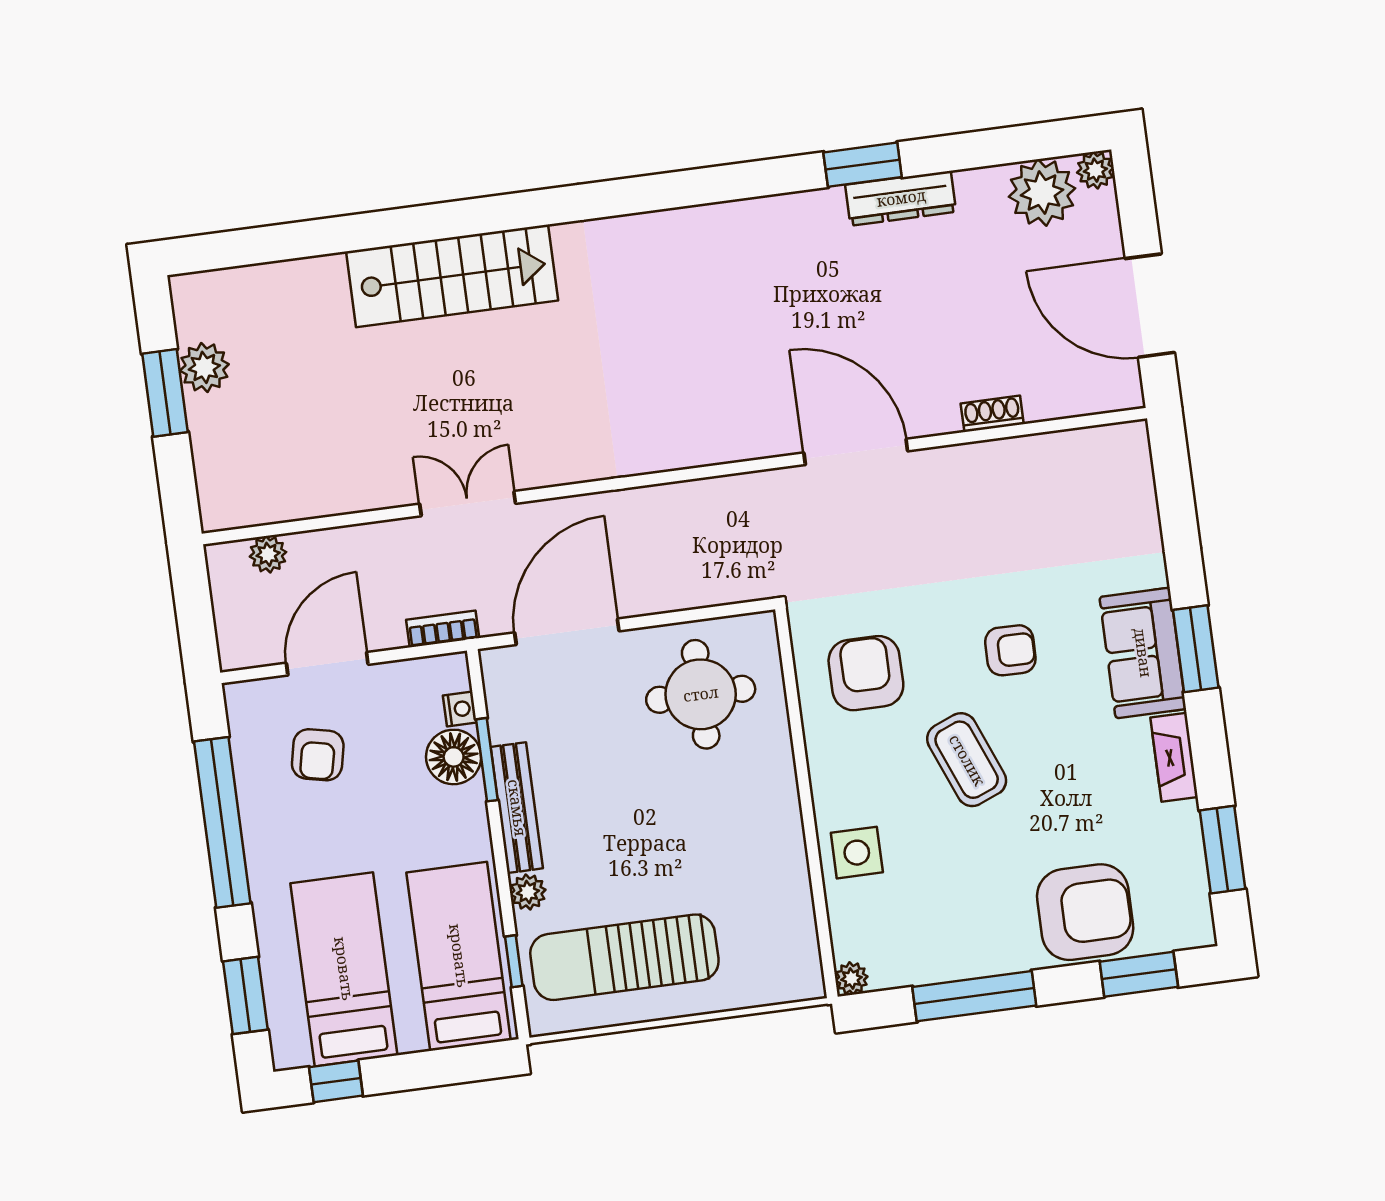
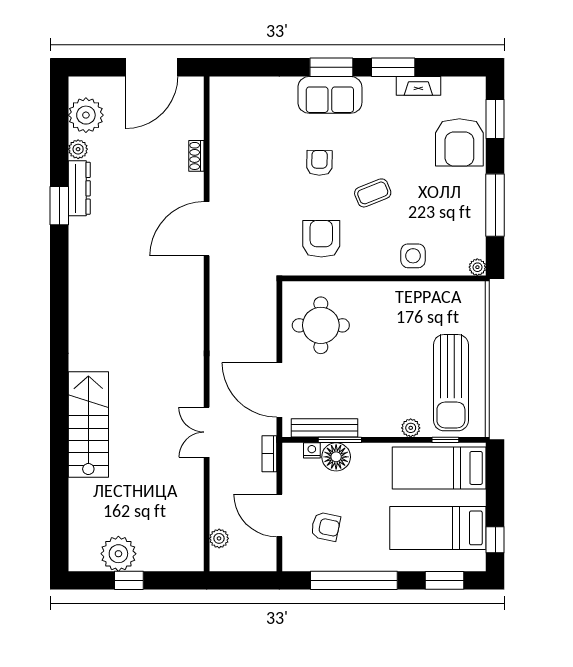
plant: (1095, 170) -> (78, 149), moved
plant: (204, 367) -> (118, 554), width x1.36, depth x1.36
window: (165, 393) -> (129, 580), width x0.67
armchair: (866, 673) -> (321, 239), turned 90
fireplace: (1174, 757) -> (418, 86), moved
coffee table: (967, 760) -> (373, 193), width x0.73, depth x0.77
bench: (517, 808) -> (325, 428), moved
window: (1222, 850) -> (393, 67), moved
armchair: (1085, 912) -> (459, 142), turned 180

